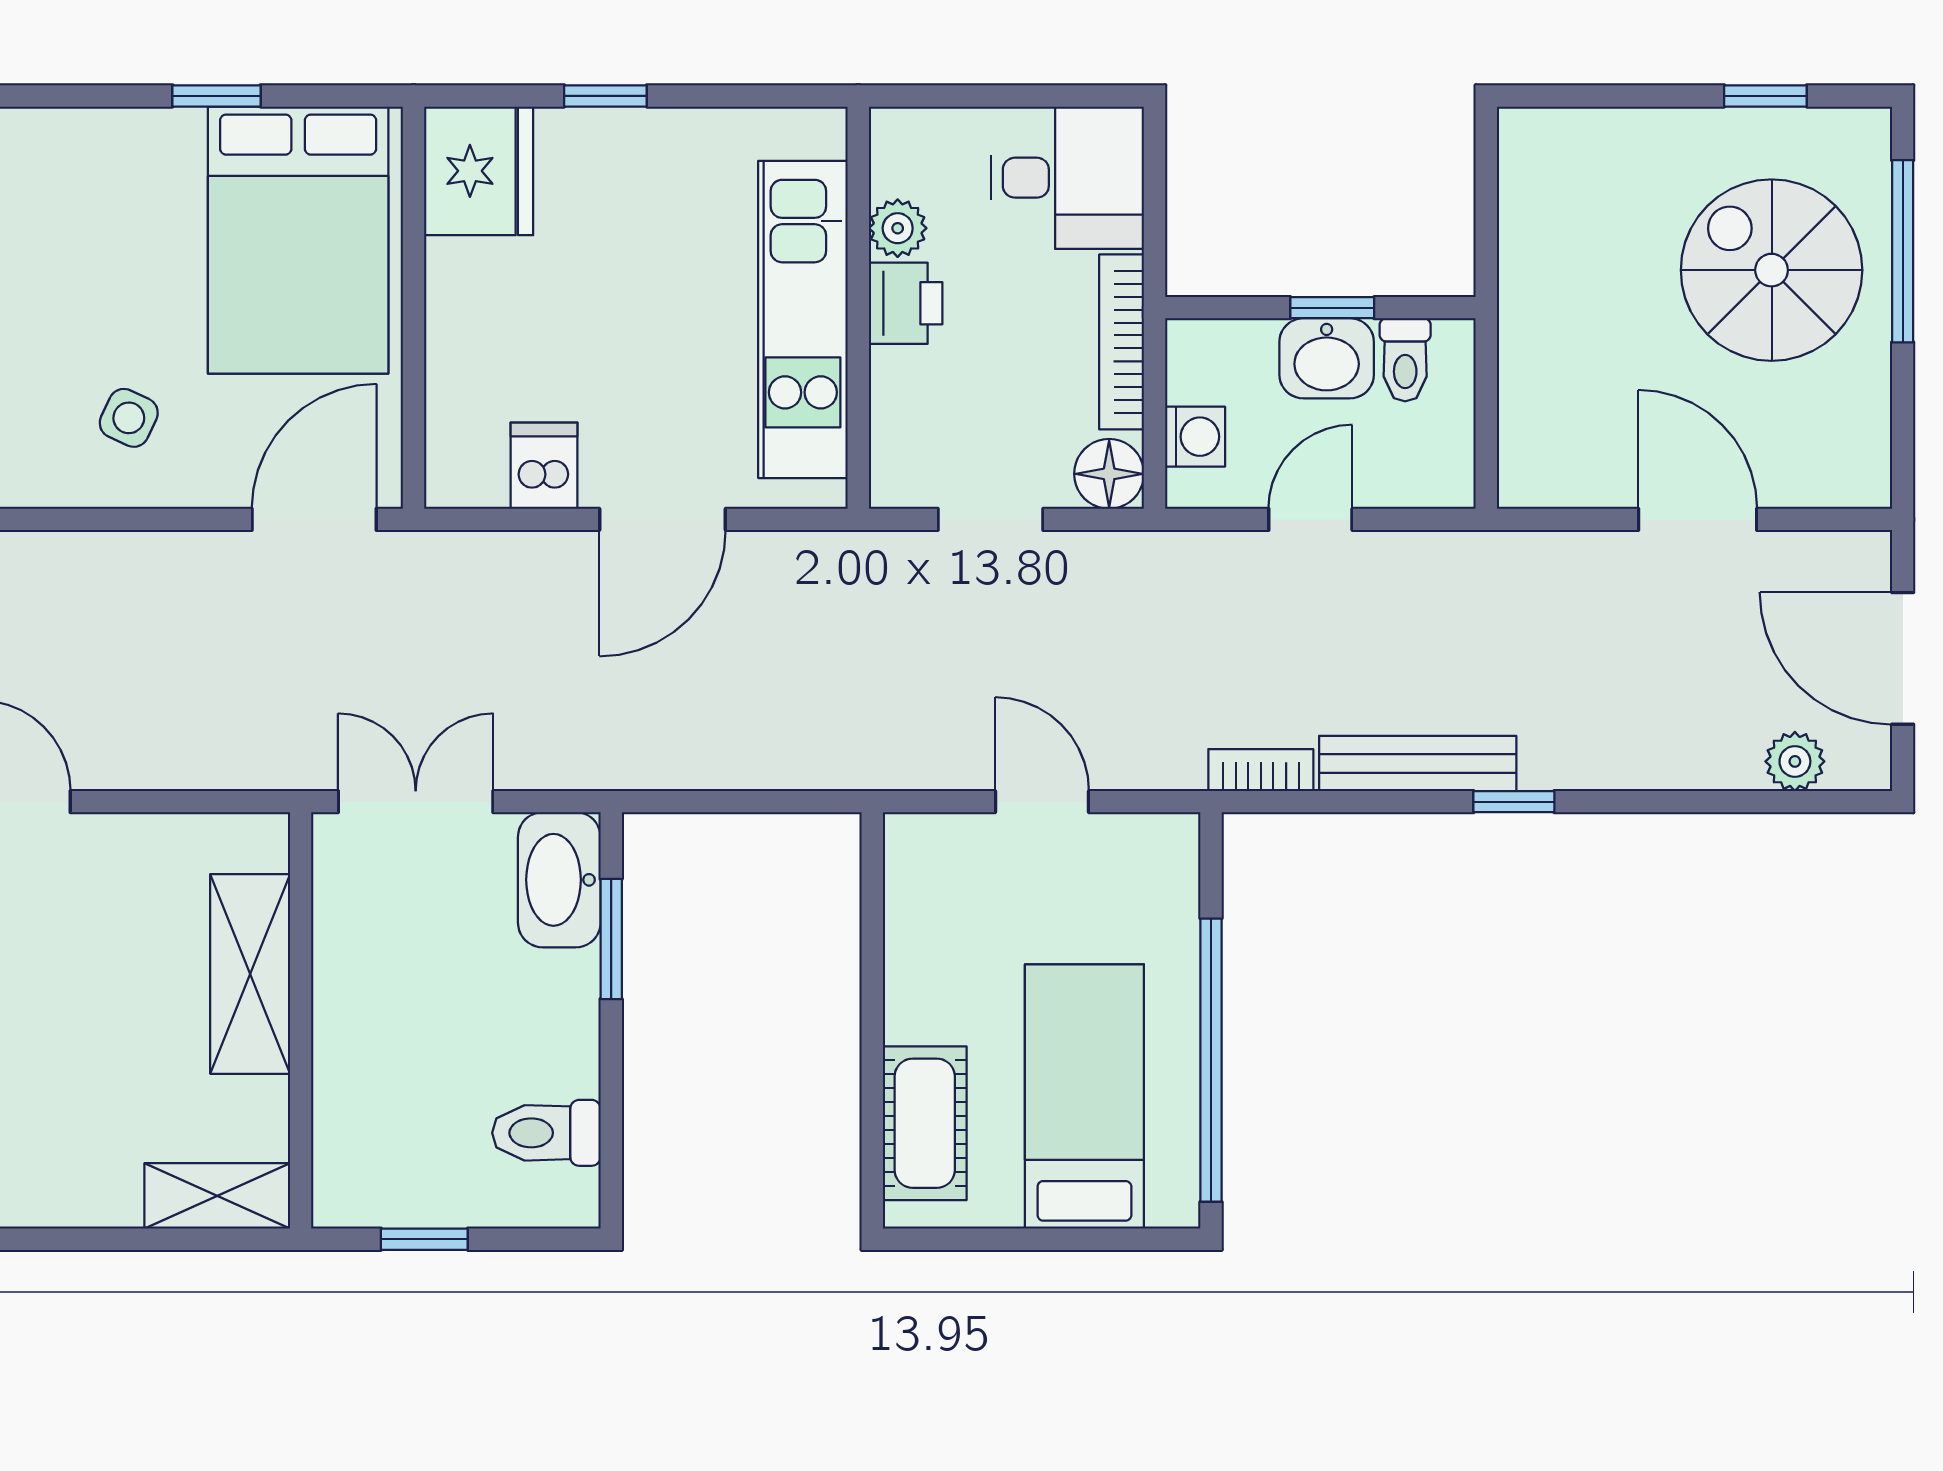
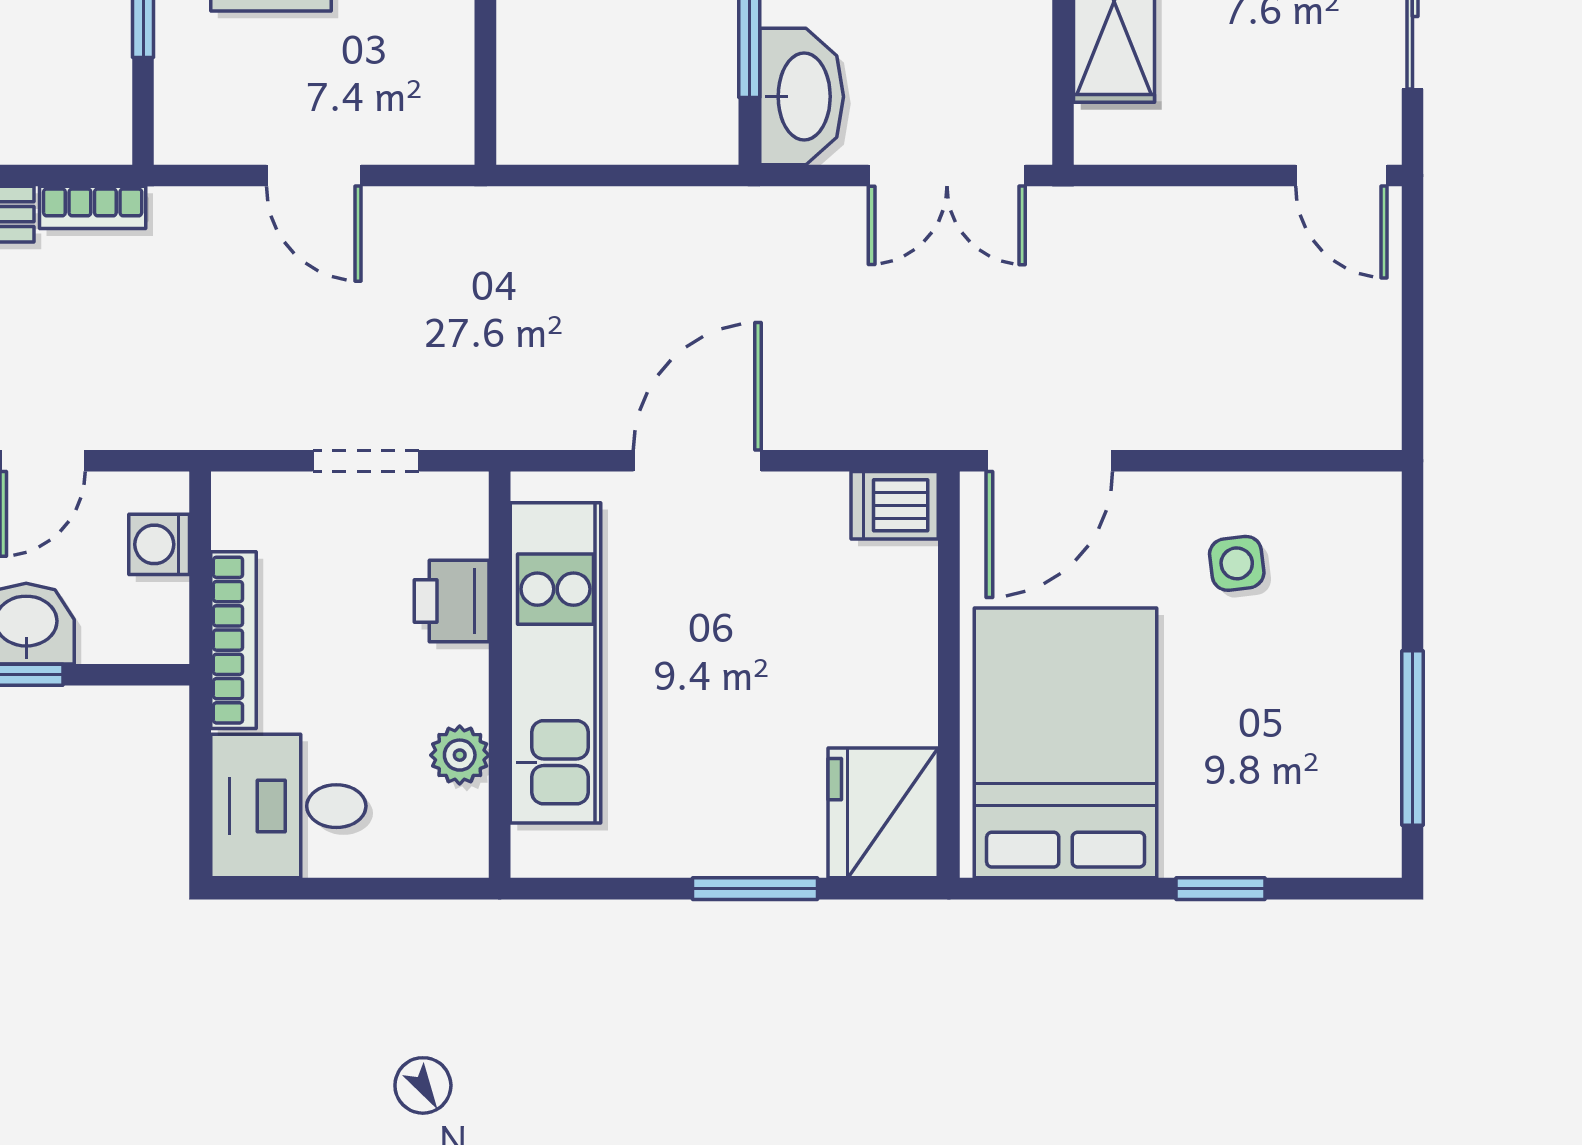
window: (216, 96) -> (1220, 889), moved
window: (605, 96) -> (755, 889), width x1.50
printer: (906, 303) -> (452, 601), moved
side table: (129, 418) -> (1237, 563), turned -32
dishwasher: (544, 466) -> (895, 505), moved, turned 90
floor lamp: (1109, 474) -> (246, 507), removed

